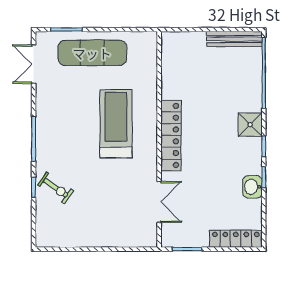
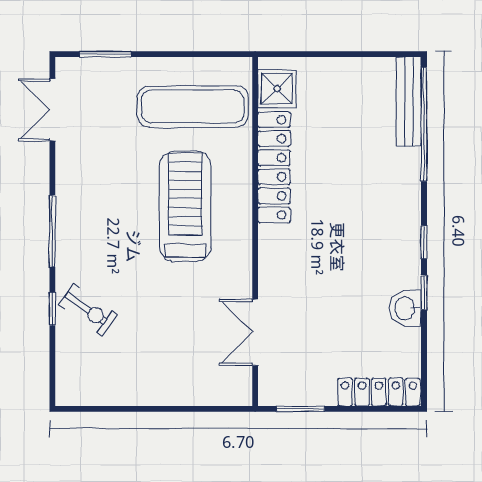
bench: (234, 39) -> (409, 102), moved, turned 90
exercise mat: (92, 53) -> (193, 106), moved
shower: (250, 125) -> (277, 89), moved
locker: (171, 135) -> (274, 167), moved
double door: (159, 202) -> (255, 332), swing flipped

